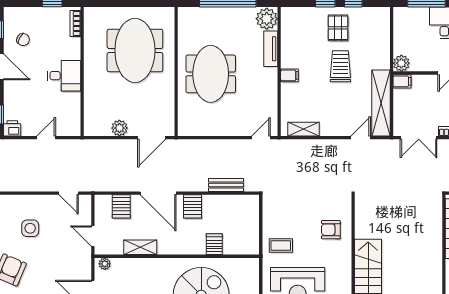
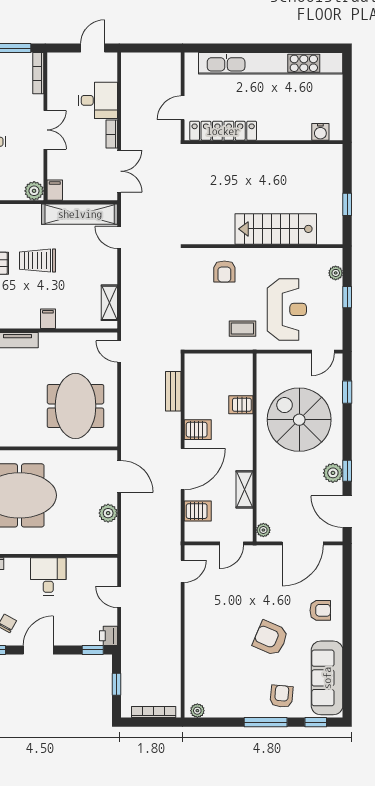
meeting table: (211, 74) -> (76, 406), moved, turned 90
side table: (30, 228) -> (223, 615), removed
coffee table: (281, 246) -> (242, 329), turned 90

